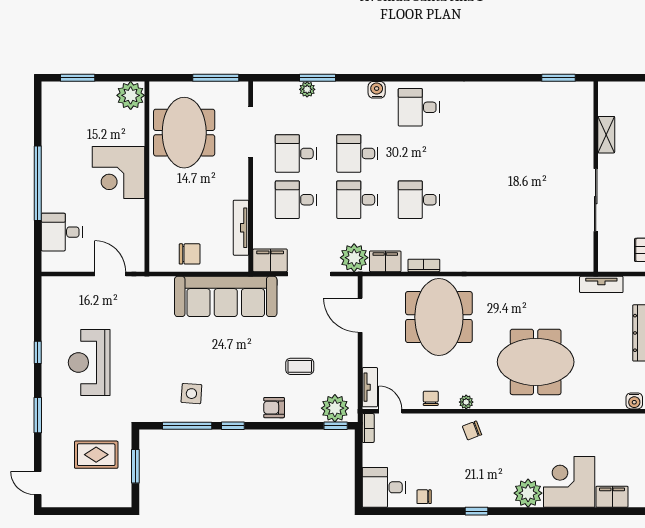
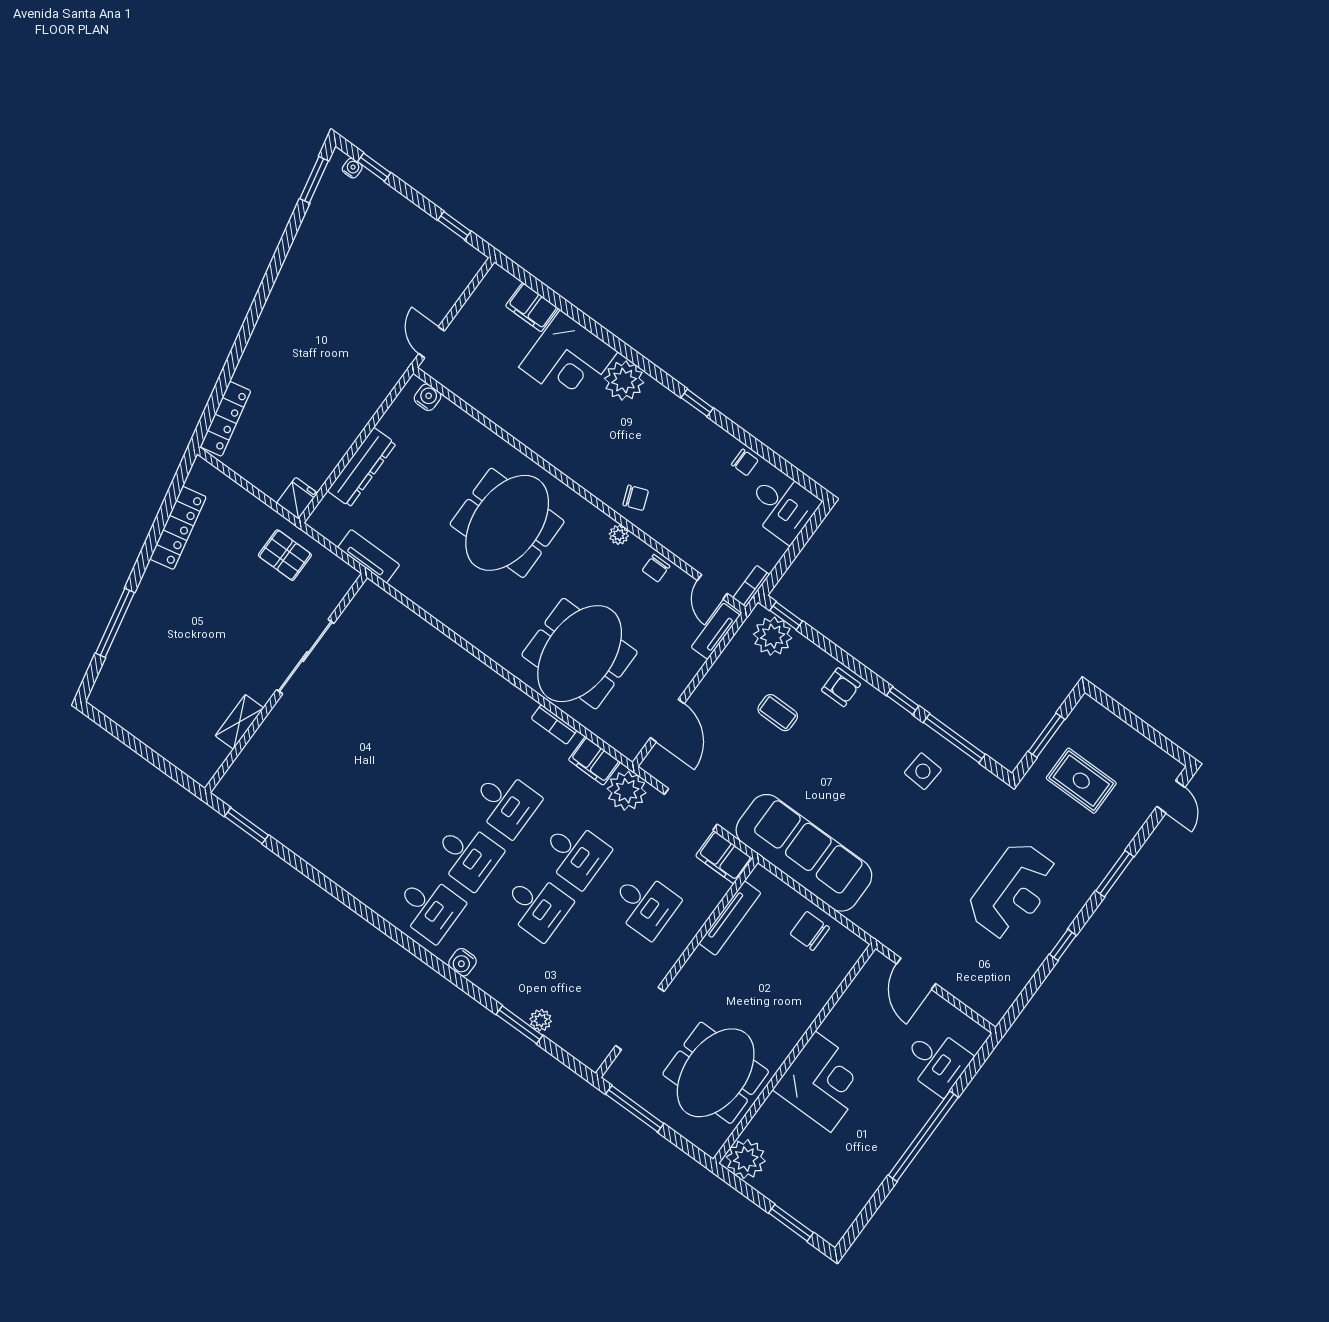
desk: (296, 153) -> (467, 855), moved
meeting table: (536, 362) -> (507, 523), turned 90

